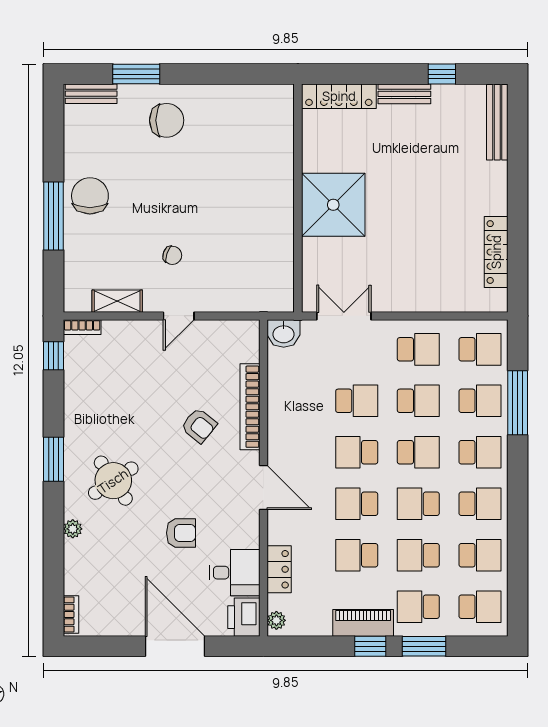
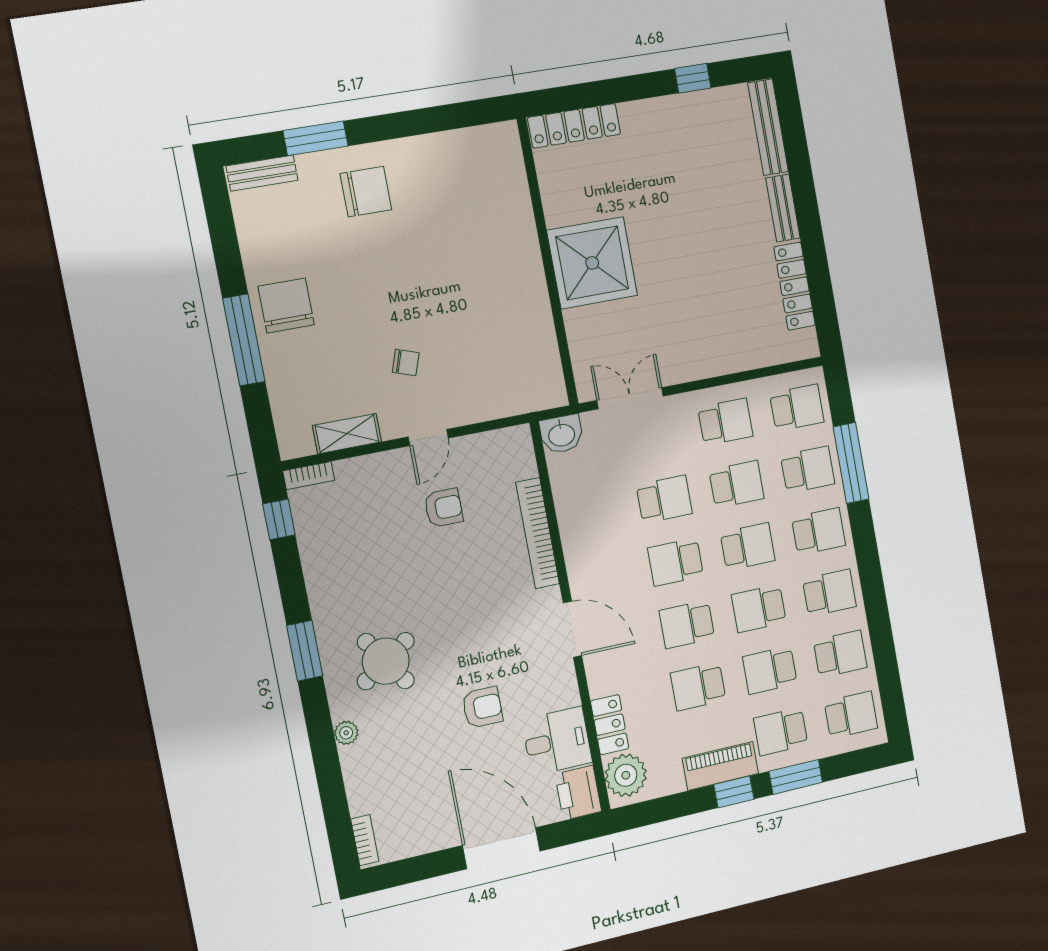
bench: (404, 94) -> (783, 208), moved, turned 90
armchair: (199, 425) -> (444, 508), moved, turned -39
plant: (276, 620) -> (626, 775), width x1.87, depth x1.87

